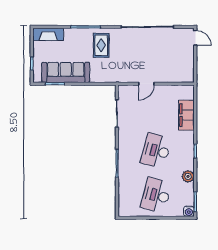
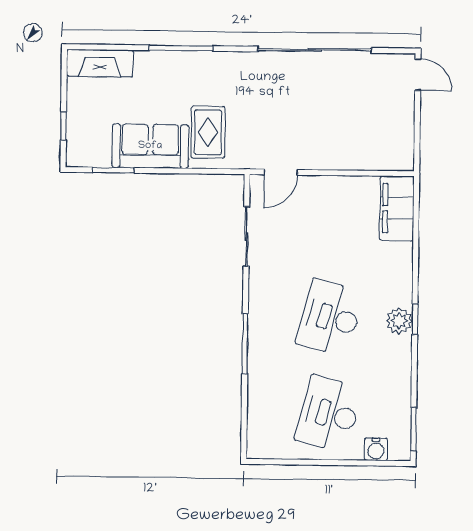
rug: (101, 45) -> (208, 132), moved
sofa: (66, 72) -> (150, 146), width x0.73
door: (146, 84) -> (281, 172), moved
filing cabinet: (186, 115) -> (397, 208), moved
plant: (188, 176) -> (399, 321), moved
water cooler: (189, 211) -> (376, 449), moved

